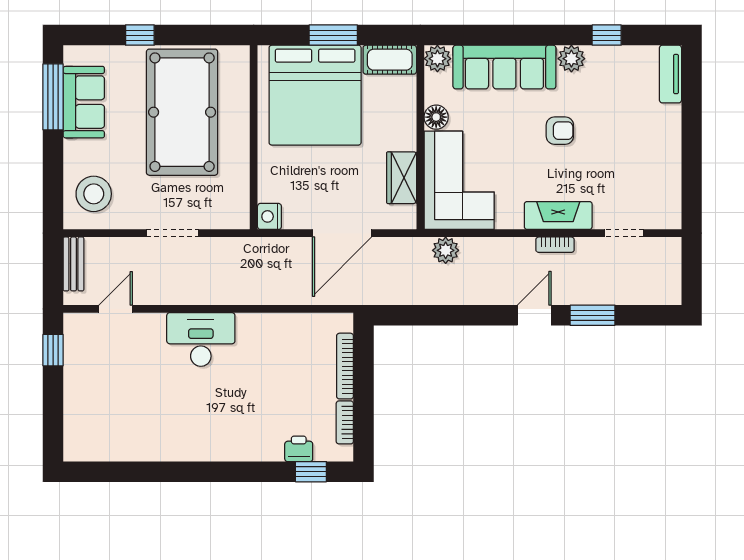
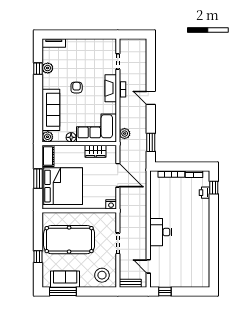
plant: (571, 59) -> (48, 68), moved
window: (593, 315) -> (151, 142), moved

